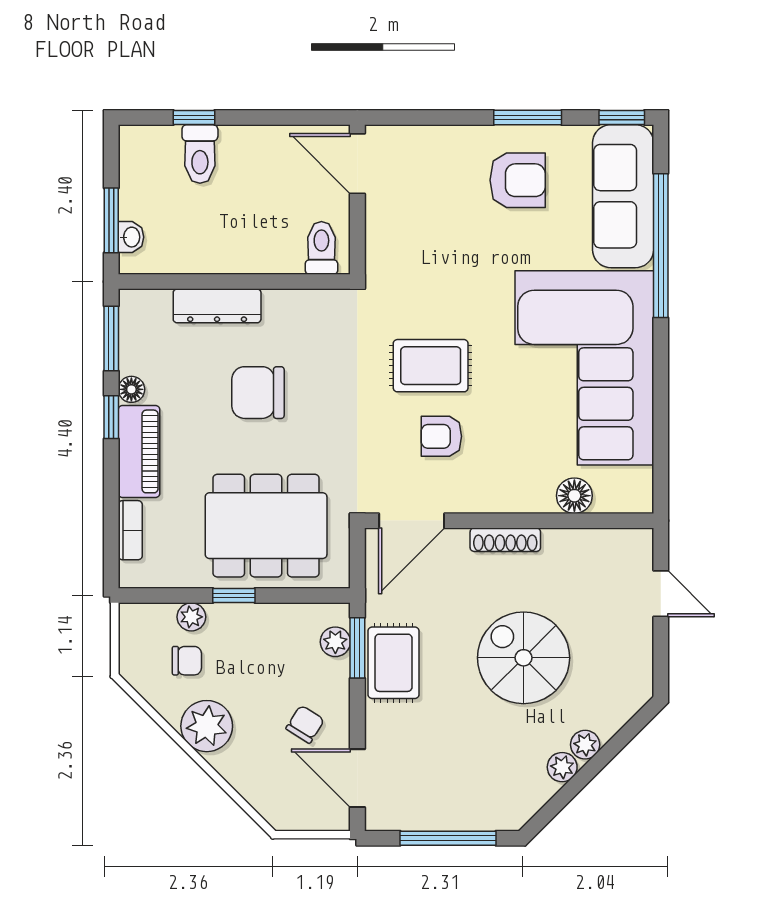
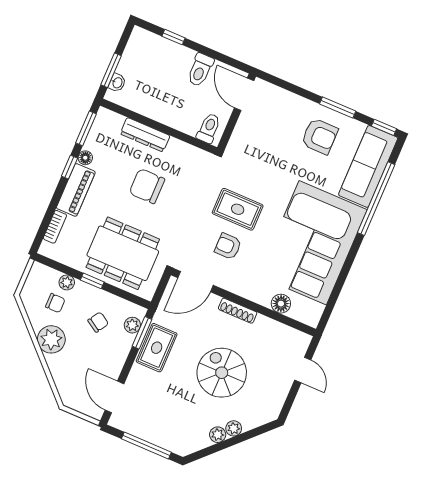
toilet: (200, 154) -> (200, 70), moved
chair: (305, 724) -> (98, 322), moved

